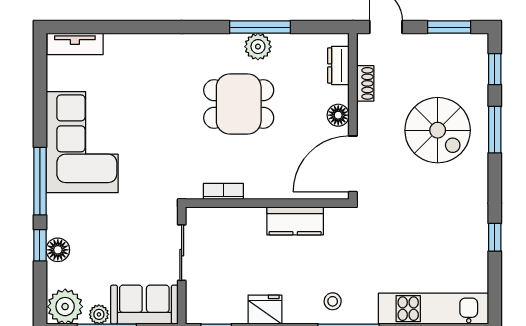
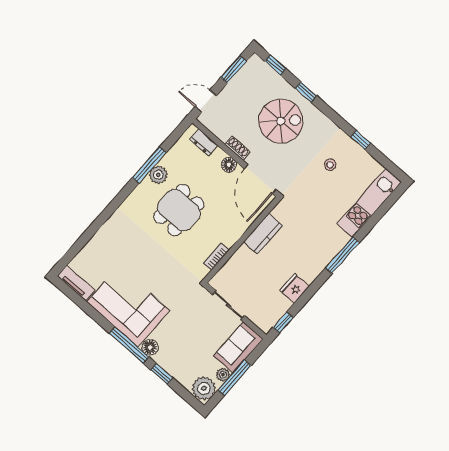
tv unit: (75, 44) -> (76, 283), moved, turned -90
shoe rack: (365, 83) -> (237, 148), moved
window: (495, 130) -> (306, 92), width x0.67
floor lamp: (58, 250) -> (150, 347), moved
stool: (333, 301) -> (330, 165), moved

